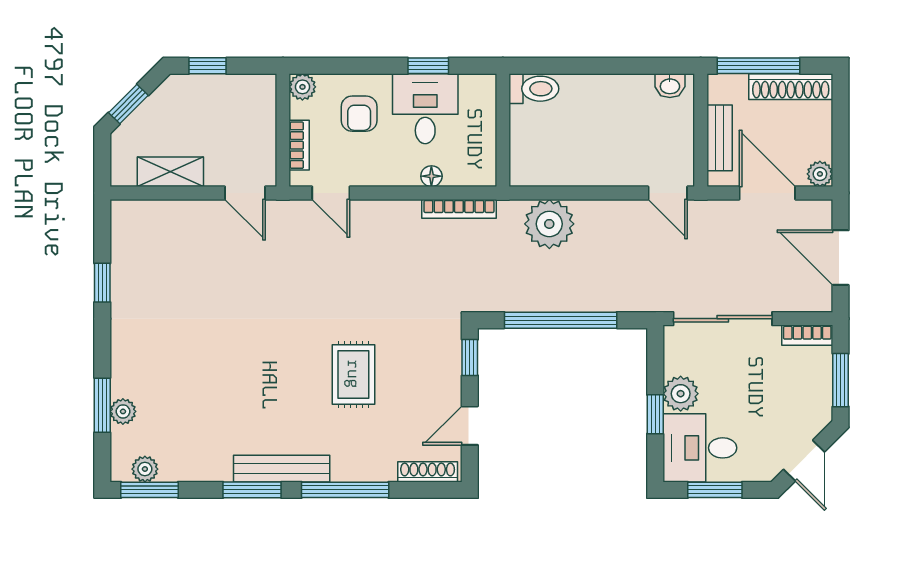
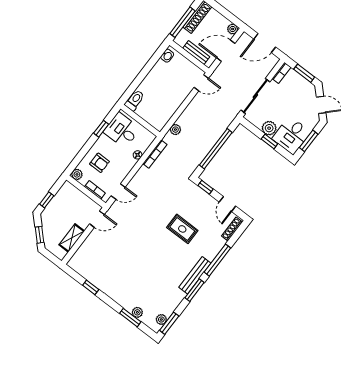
desk: (425, 109) -> (122, 130), moved
plant: (549, 224) -> (175, 130), width x0.53, depth x0.53

